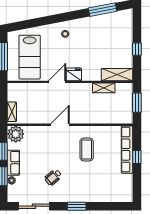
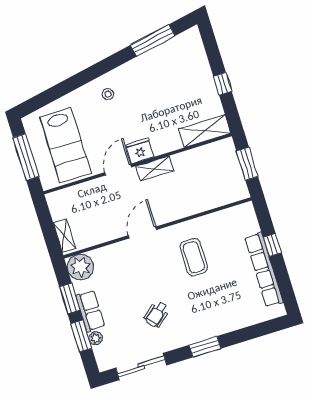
shelving: (104, 88) -> (155, 168), moved
row of seats: (127, 150) -> (264, 270), moved

